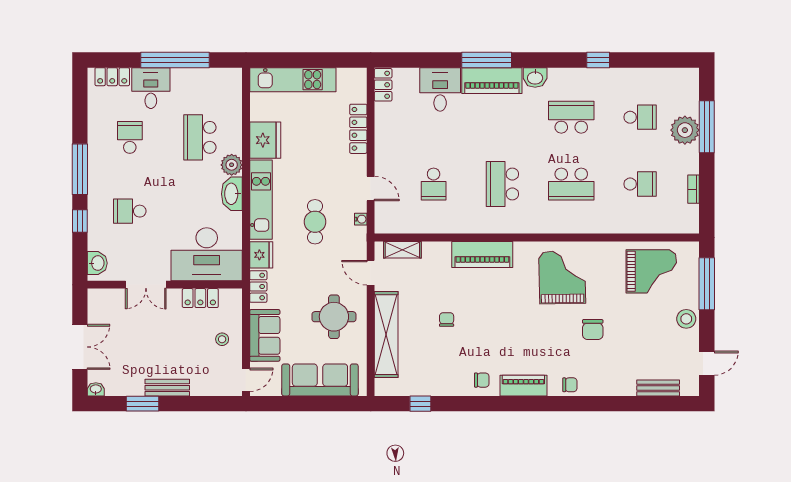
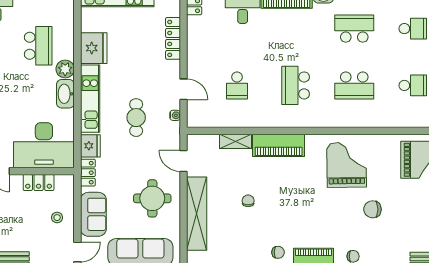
school desk: (200, 137) -> (38, 46), turned 180
shelving: (402, 250) -> (235, 141), moved
chair: (593, 330) -> (372, 209), turned 90

